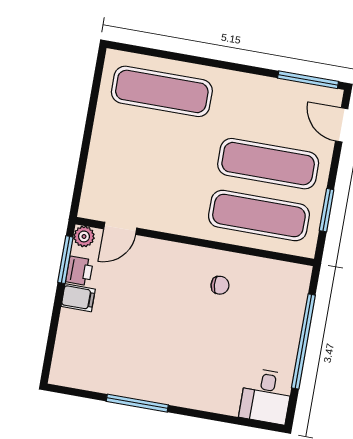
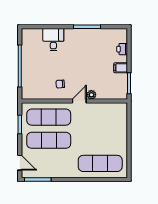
door: (120, 228) -> (79, 101), moved
plant: (84, 236) -> (91, 95), moved
printer: (79, 271) -> (122, 49), moved
desk: (266, 396) -> (53, 40), moved

